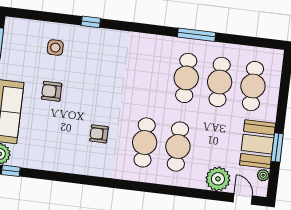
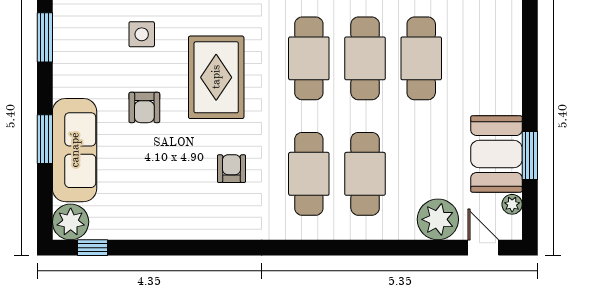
rug: (96, 78) -> (216, 77), added
cafe table: (253, 86) -> (309, 58), moved
armchair: (52, 91) -> (144, 107), turned -90
armchair: (99, 134) -> (232, 169), turned 90

